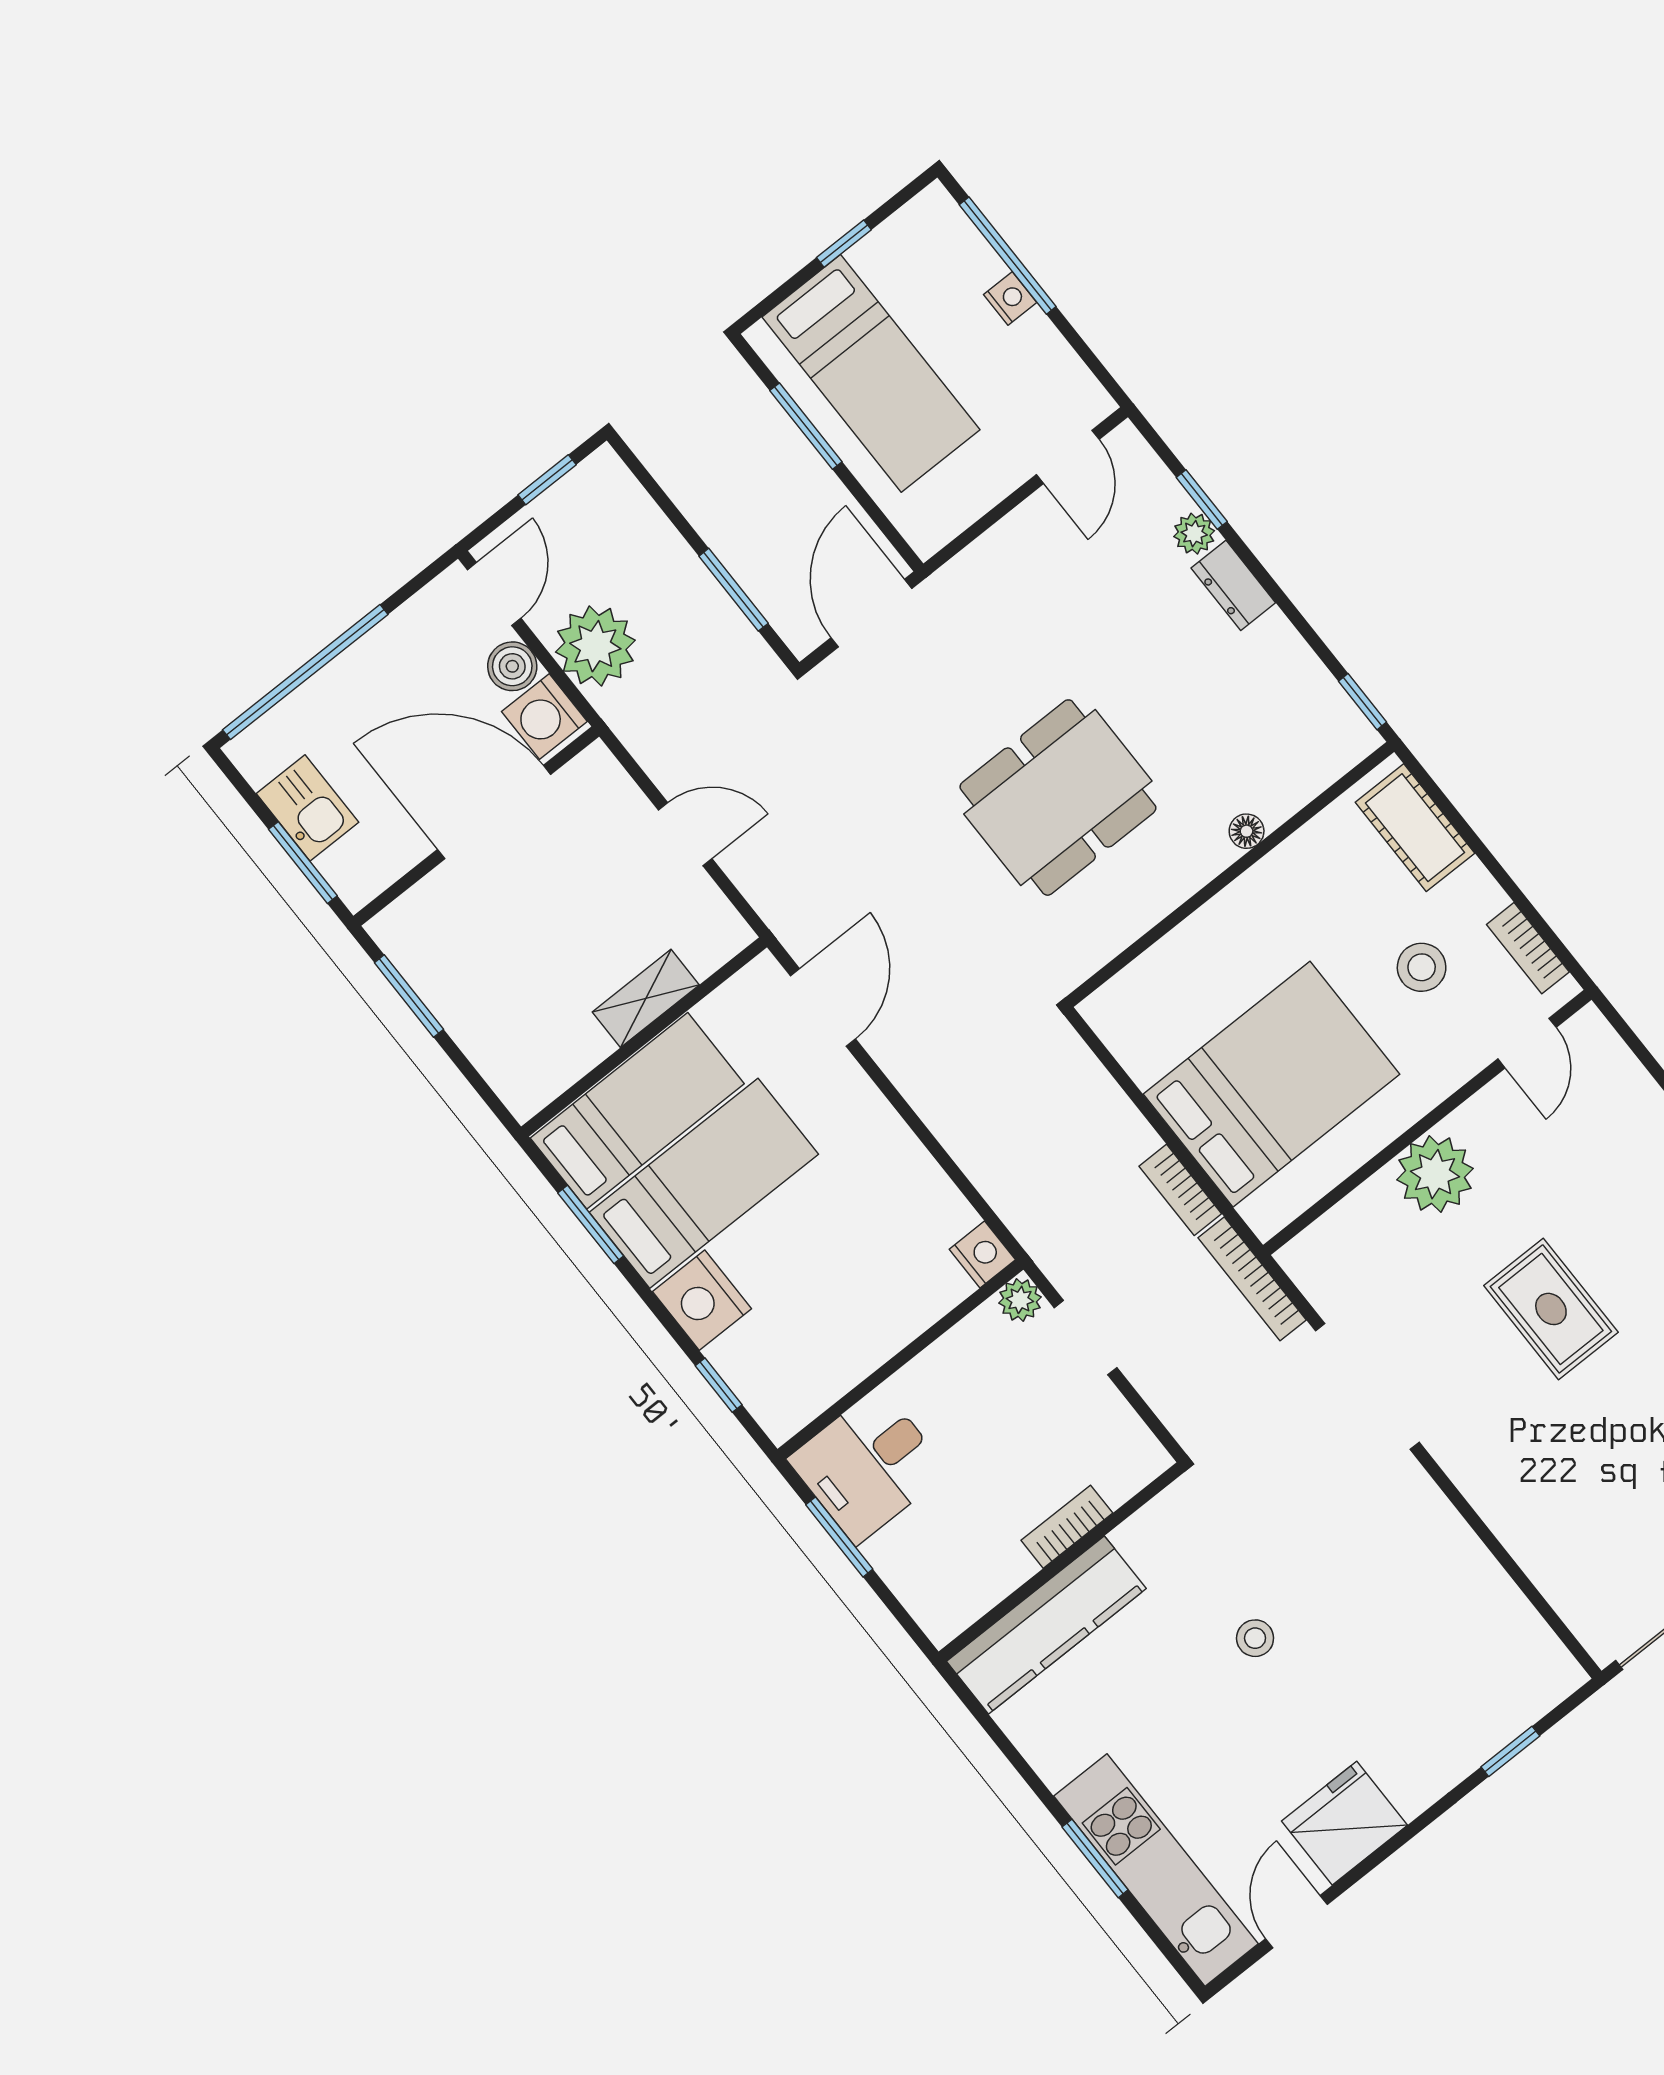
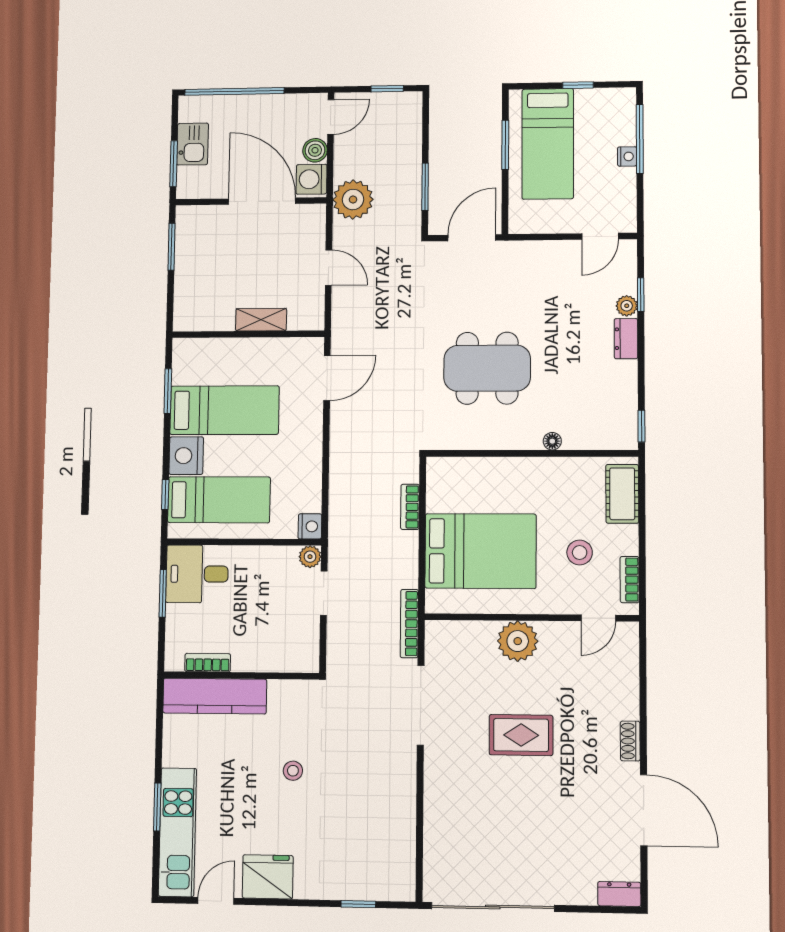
plant: (595, 646) -> (353, 200), moved
bed: (637, 1111) -> (219, 500), moved
bookcase: (1180, 1190) -> (410, 507), moved
rug: (1551, 1309) -> (521, 735), turned 90
bookcase: (1067, 1527) -> (208, 663), moved

